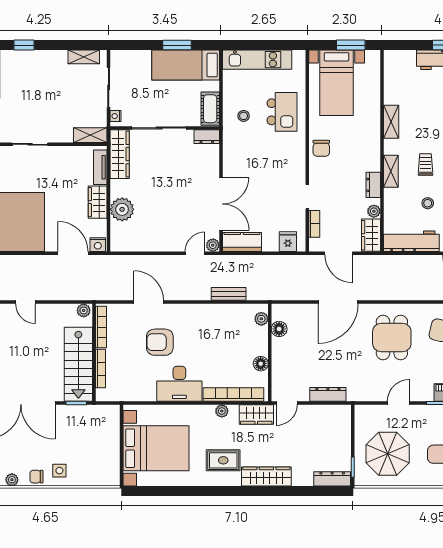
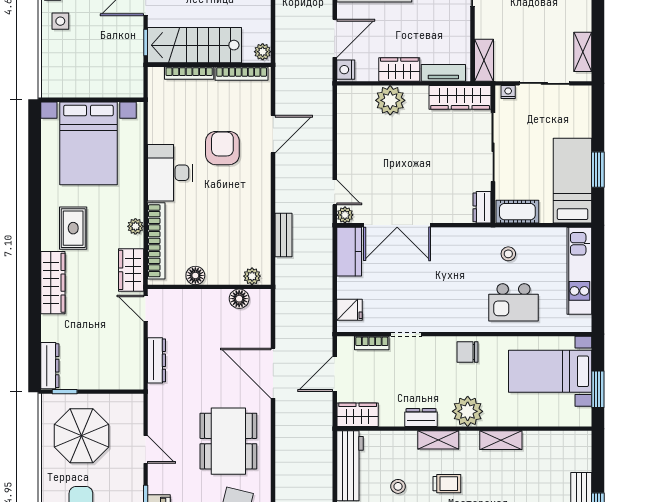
plant: (374, 211) -> (468, 411), moved, width x1.88, depth x1.88
dining table: (392, 337) -> (228, 441), width x1.38

